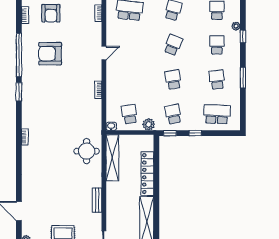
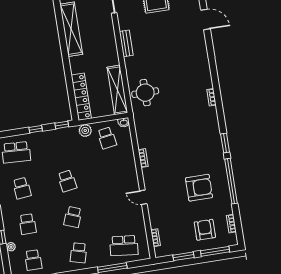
door: (104, 53) -> (143, 197), hinge flipped
school desk: (173, 114) -> (62, 145), removed
locker: (147, 174) -> (81, 97), moved

